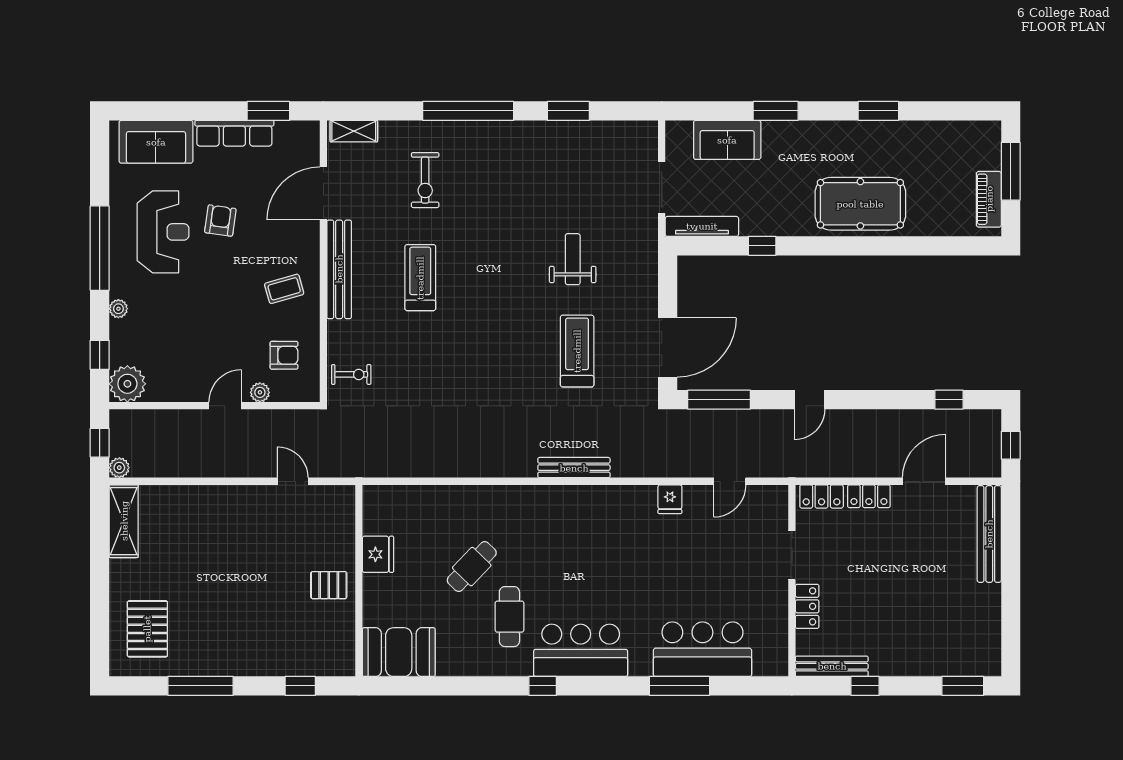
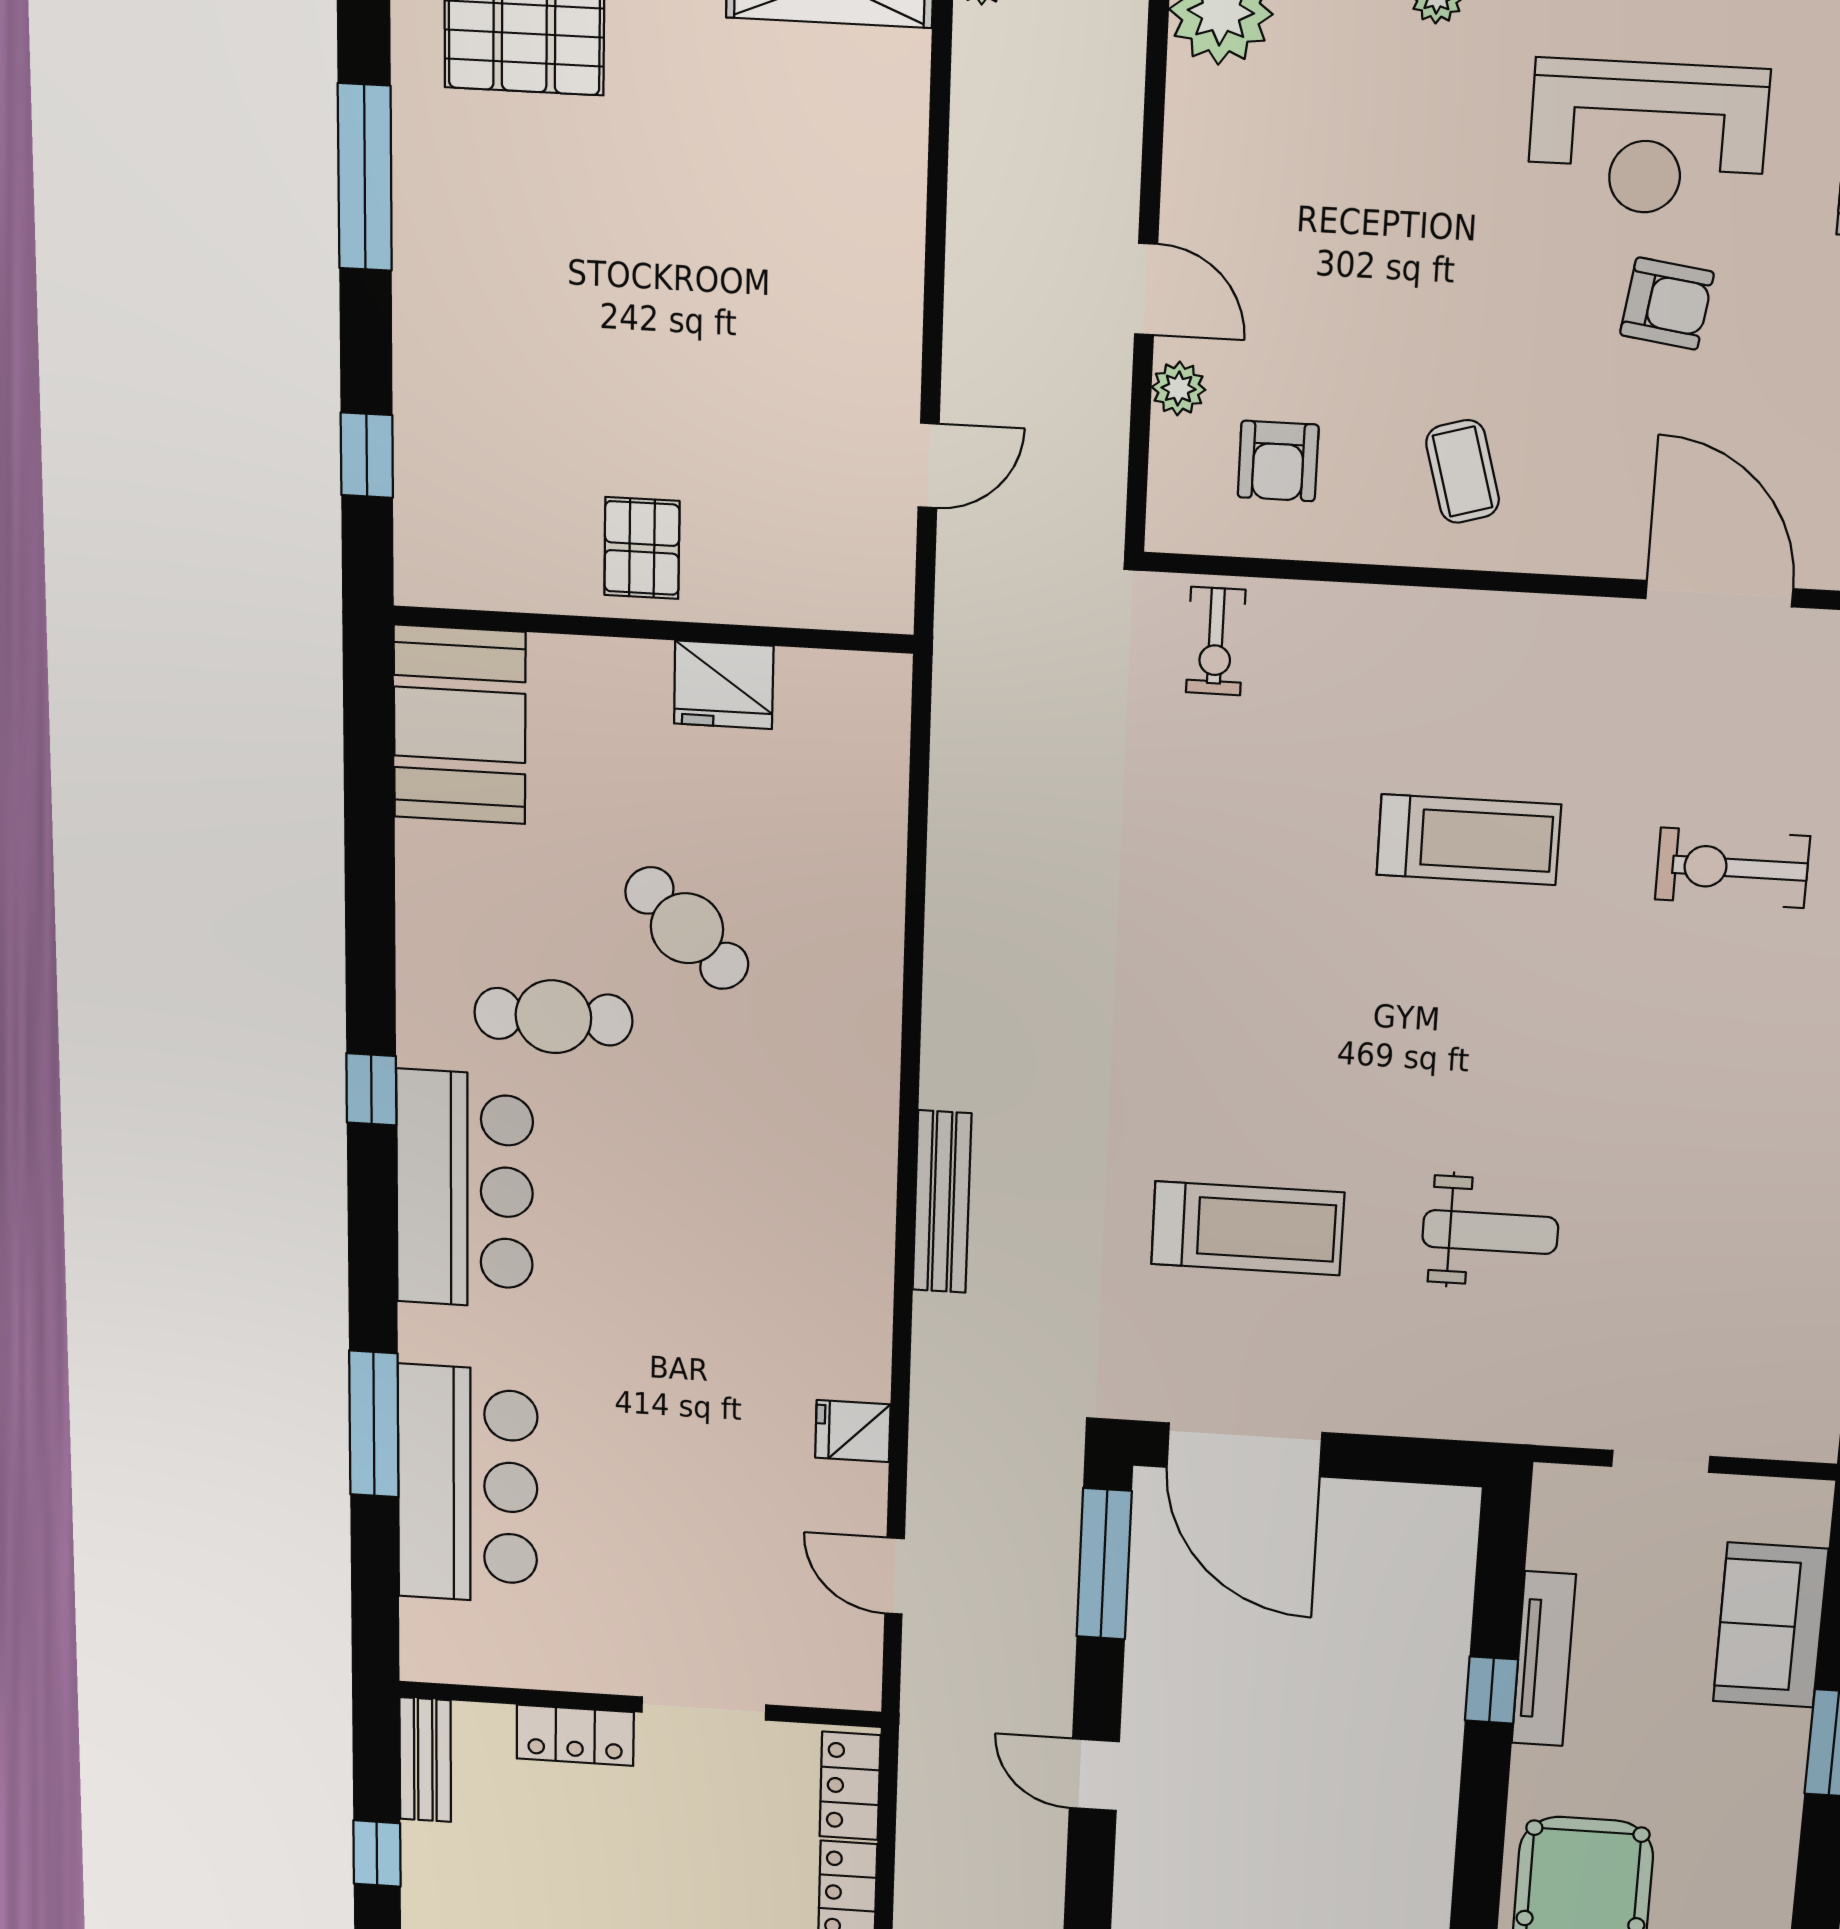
doorway: (662, 188) -> (1661, 1461), width x0.73
tv unit: (702, 226) -> (1544, 1659), moved
bench: (339, 269) -> (1506, 625), removed
bench: (832, 666) -> (425, 1760), width x0.73

